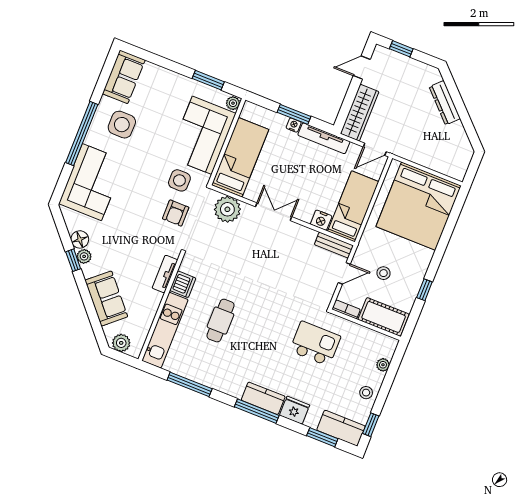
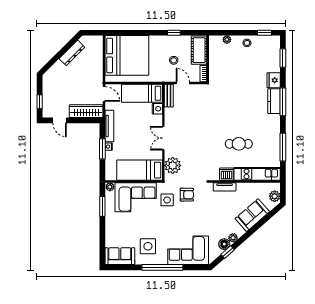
dresser: (445, 103) -> (72, 53), moved
window: (73, 260) -> (228, 252), moved
kitchen island: (315, 344) -> (230, 84), removed
kitchen counter: (341, 428) -> (273, 49), removed

